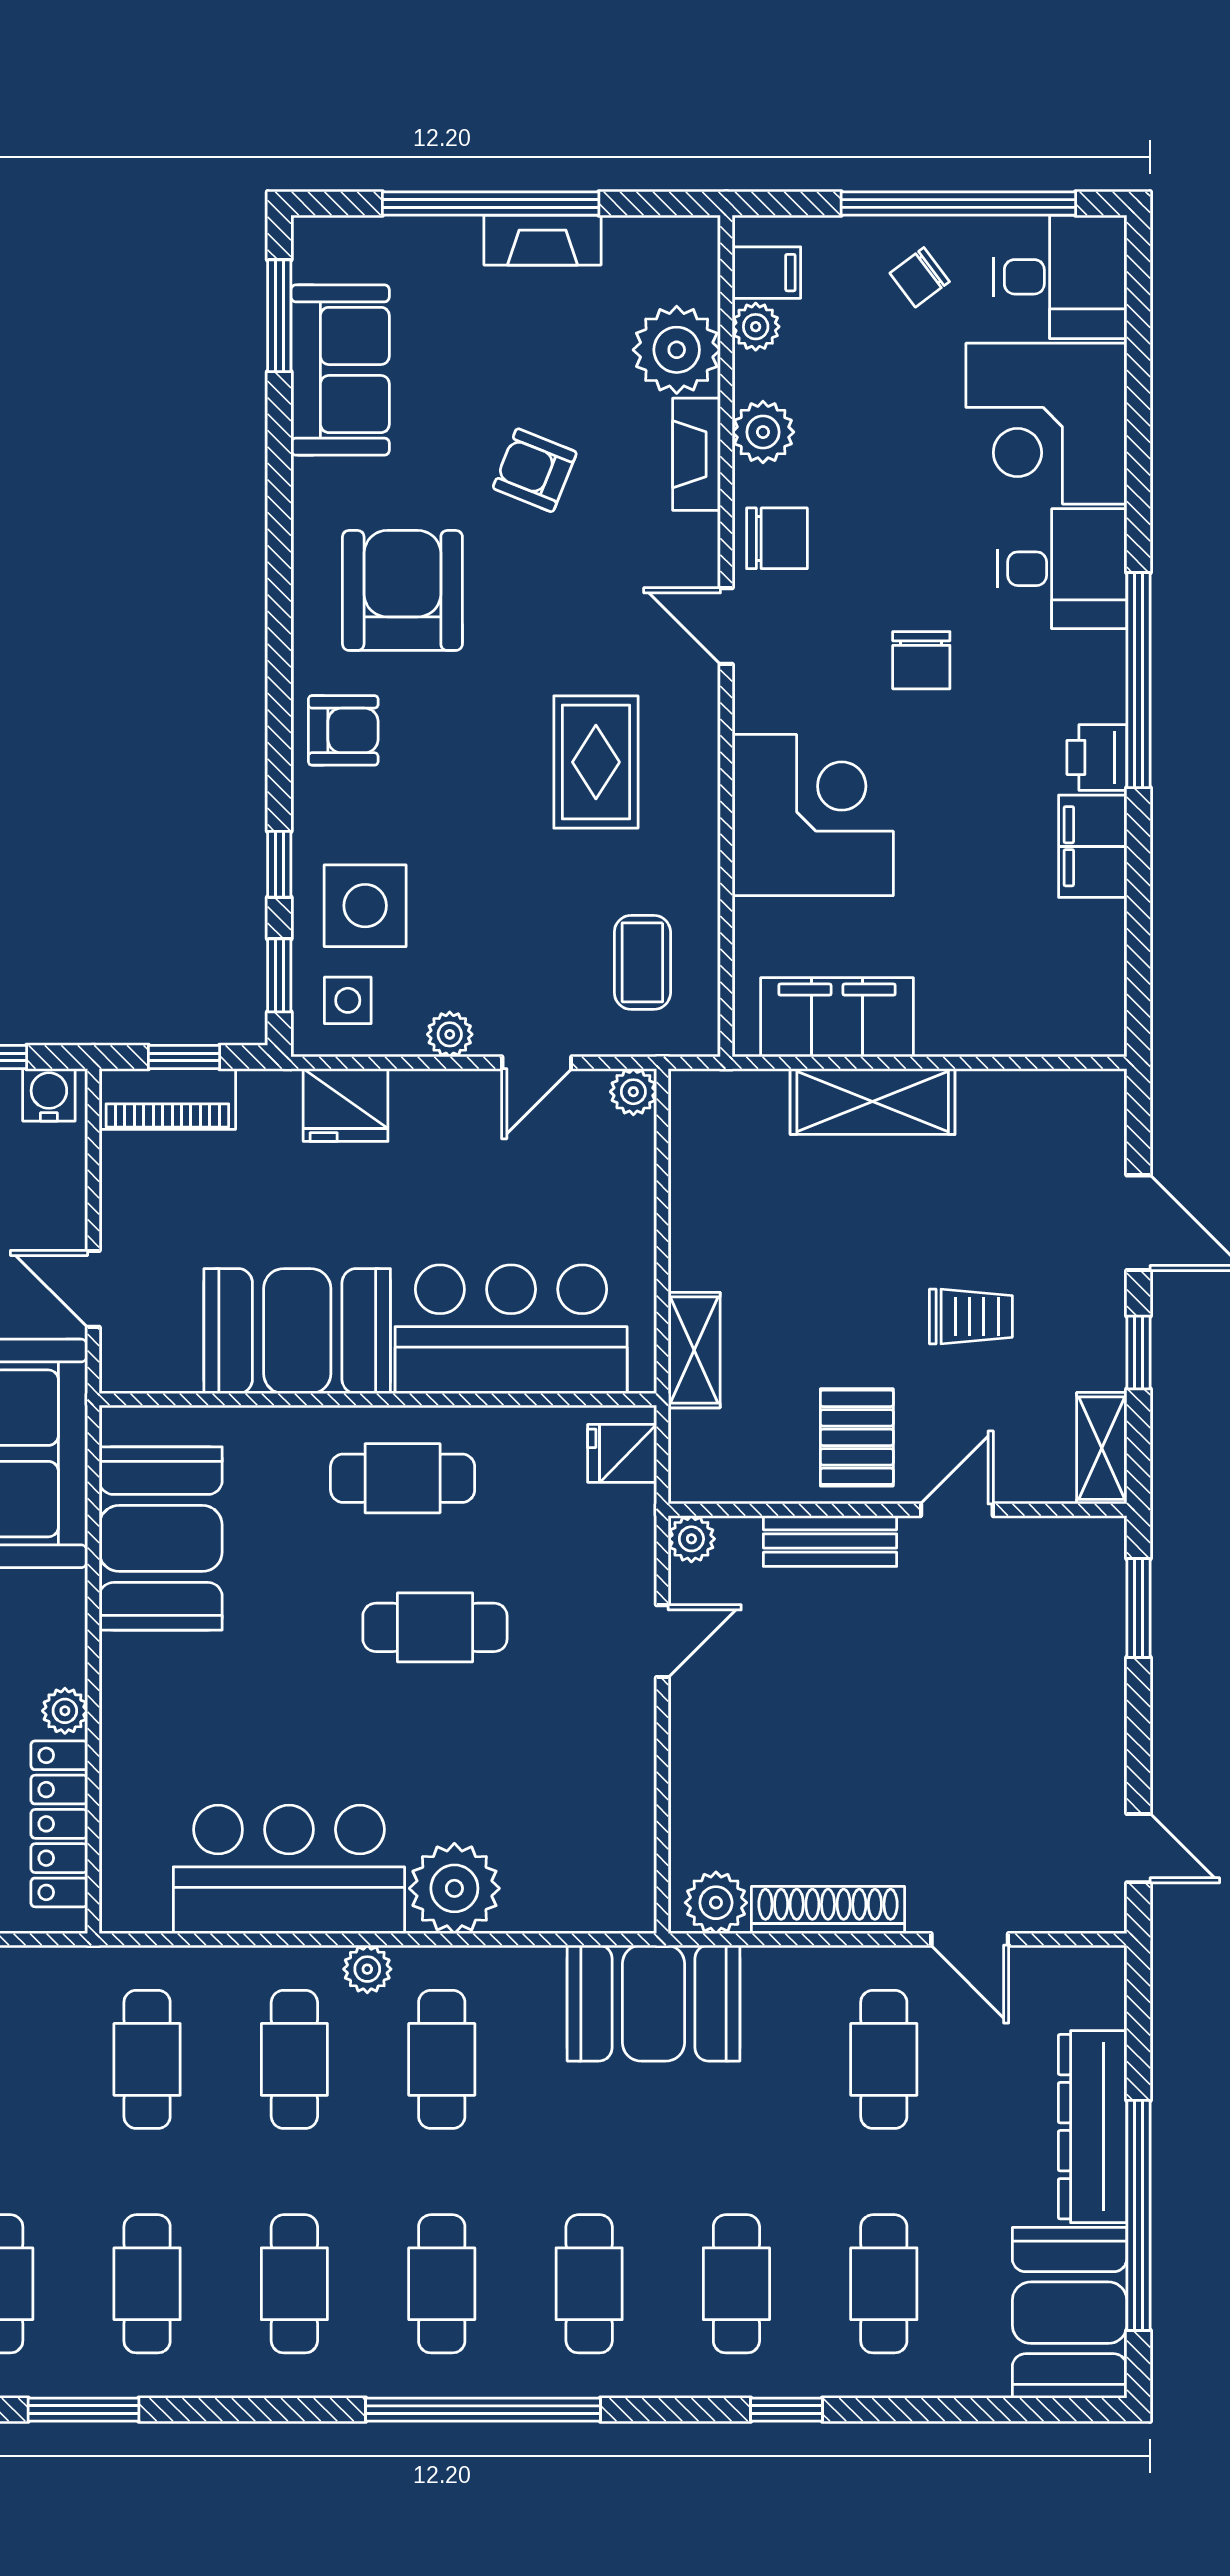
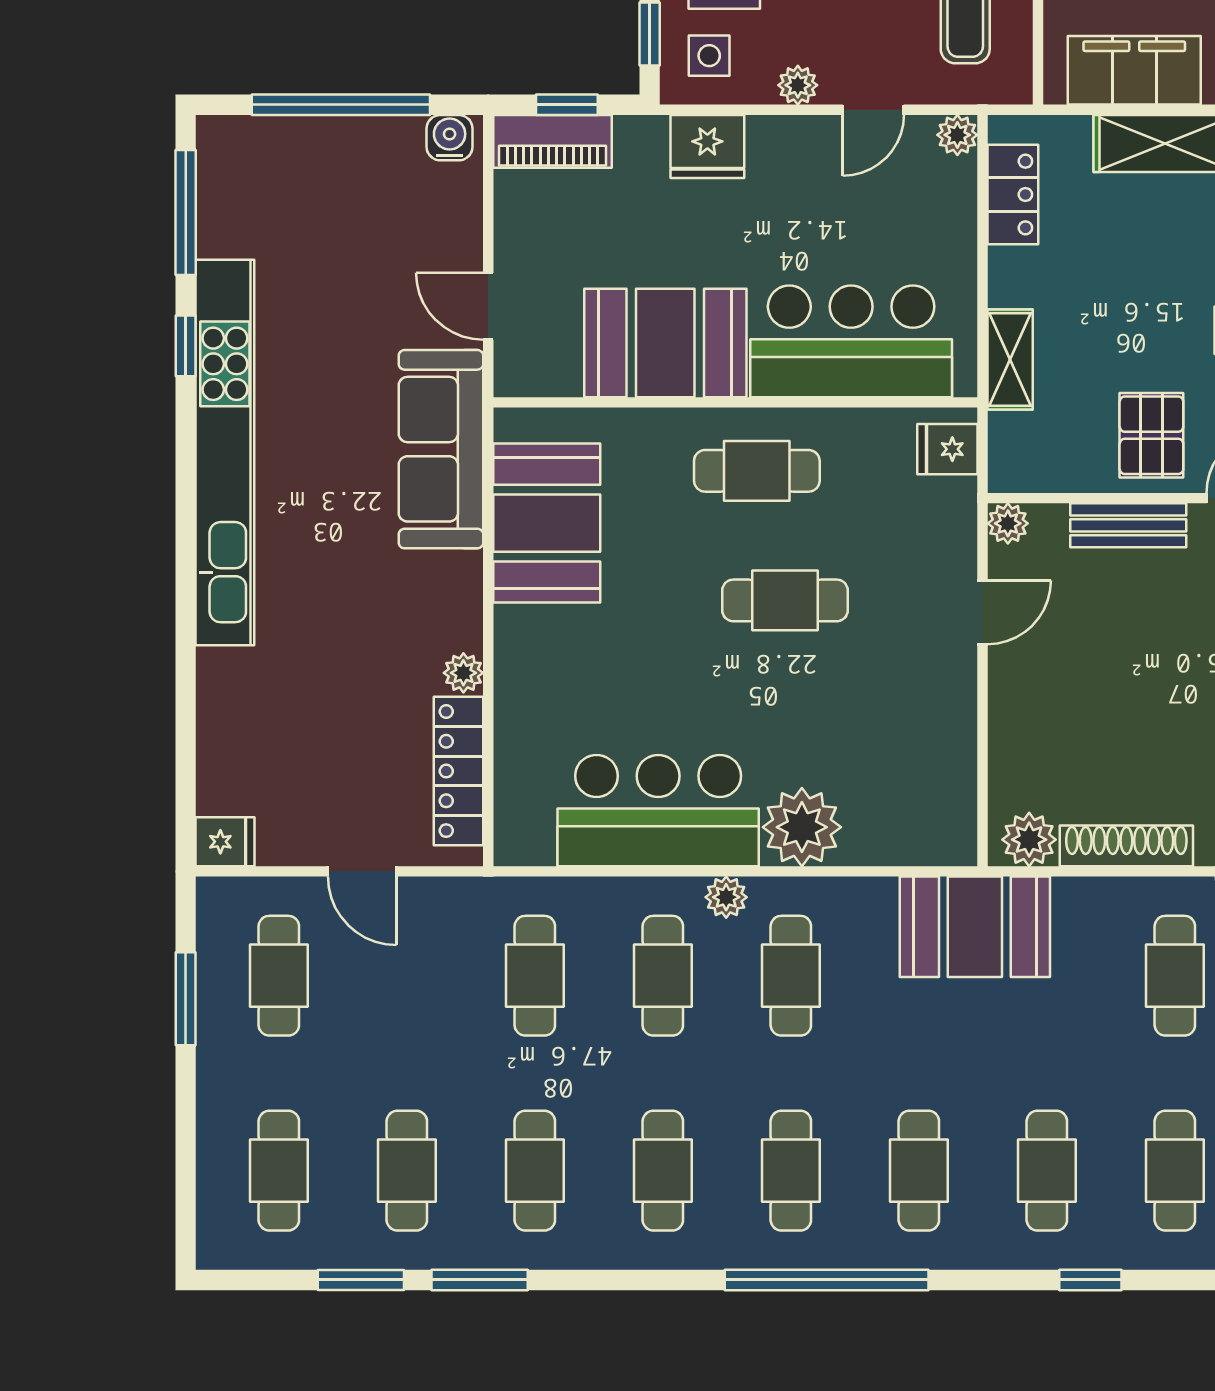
locker: (697, 1160) -> (1013, 195), added

